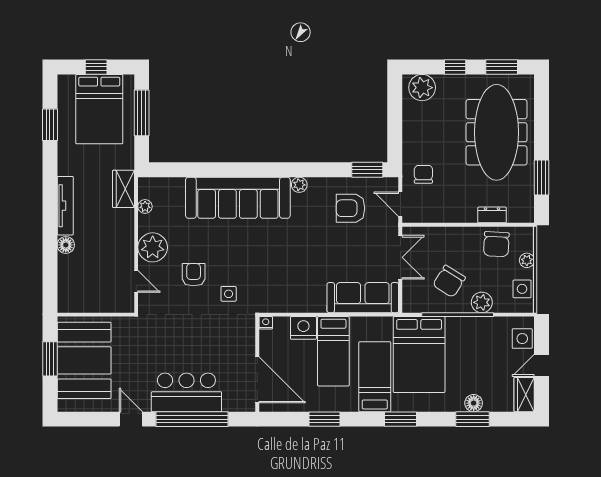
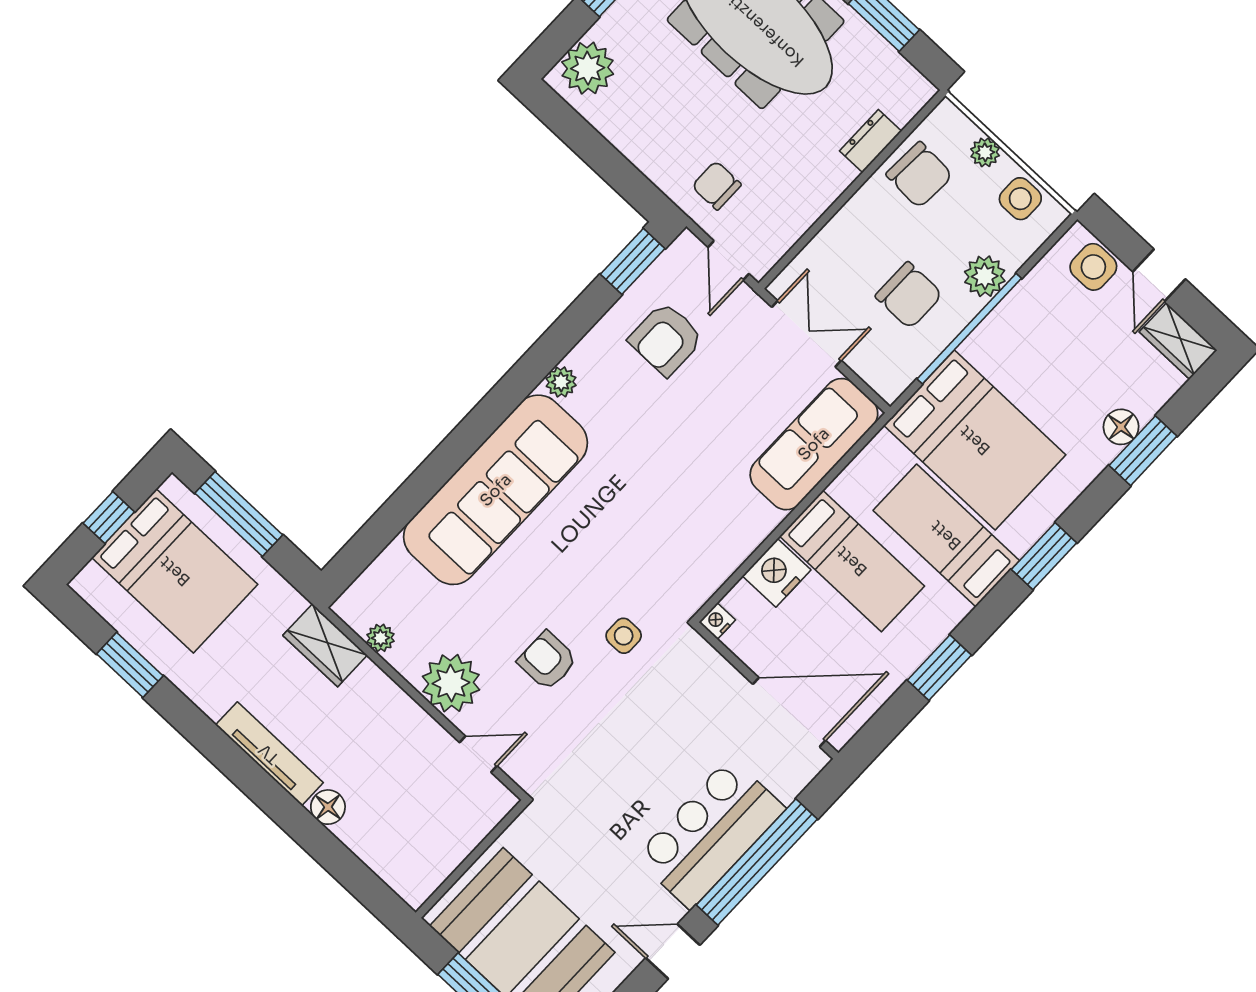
door: (400, 204) -> (728, 260), hinge flipped
chair: (449, 281) -> (909, 295), turned -32

